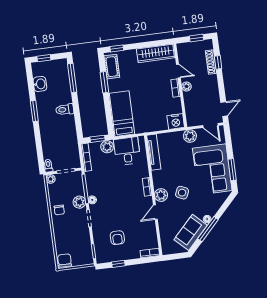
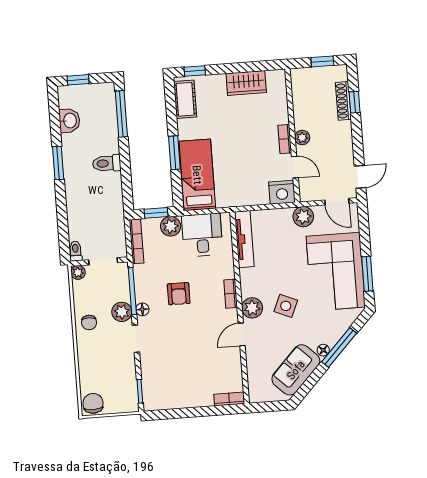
wardrobe: (155, 53) -> (246, 83), width x0.67
door: (178, 71) -> (295, 167), moved
window: (104, 82) -> (174, 153), moved
window: (208, 229) -> (339, 347), moved
armchair: (117, 238) -> (179, 294), moved
window: (118, 264) -> (178, 413), removed

